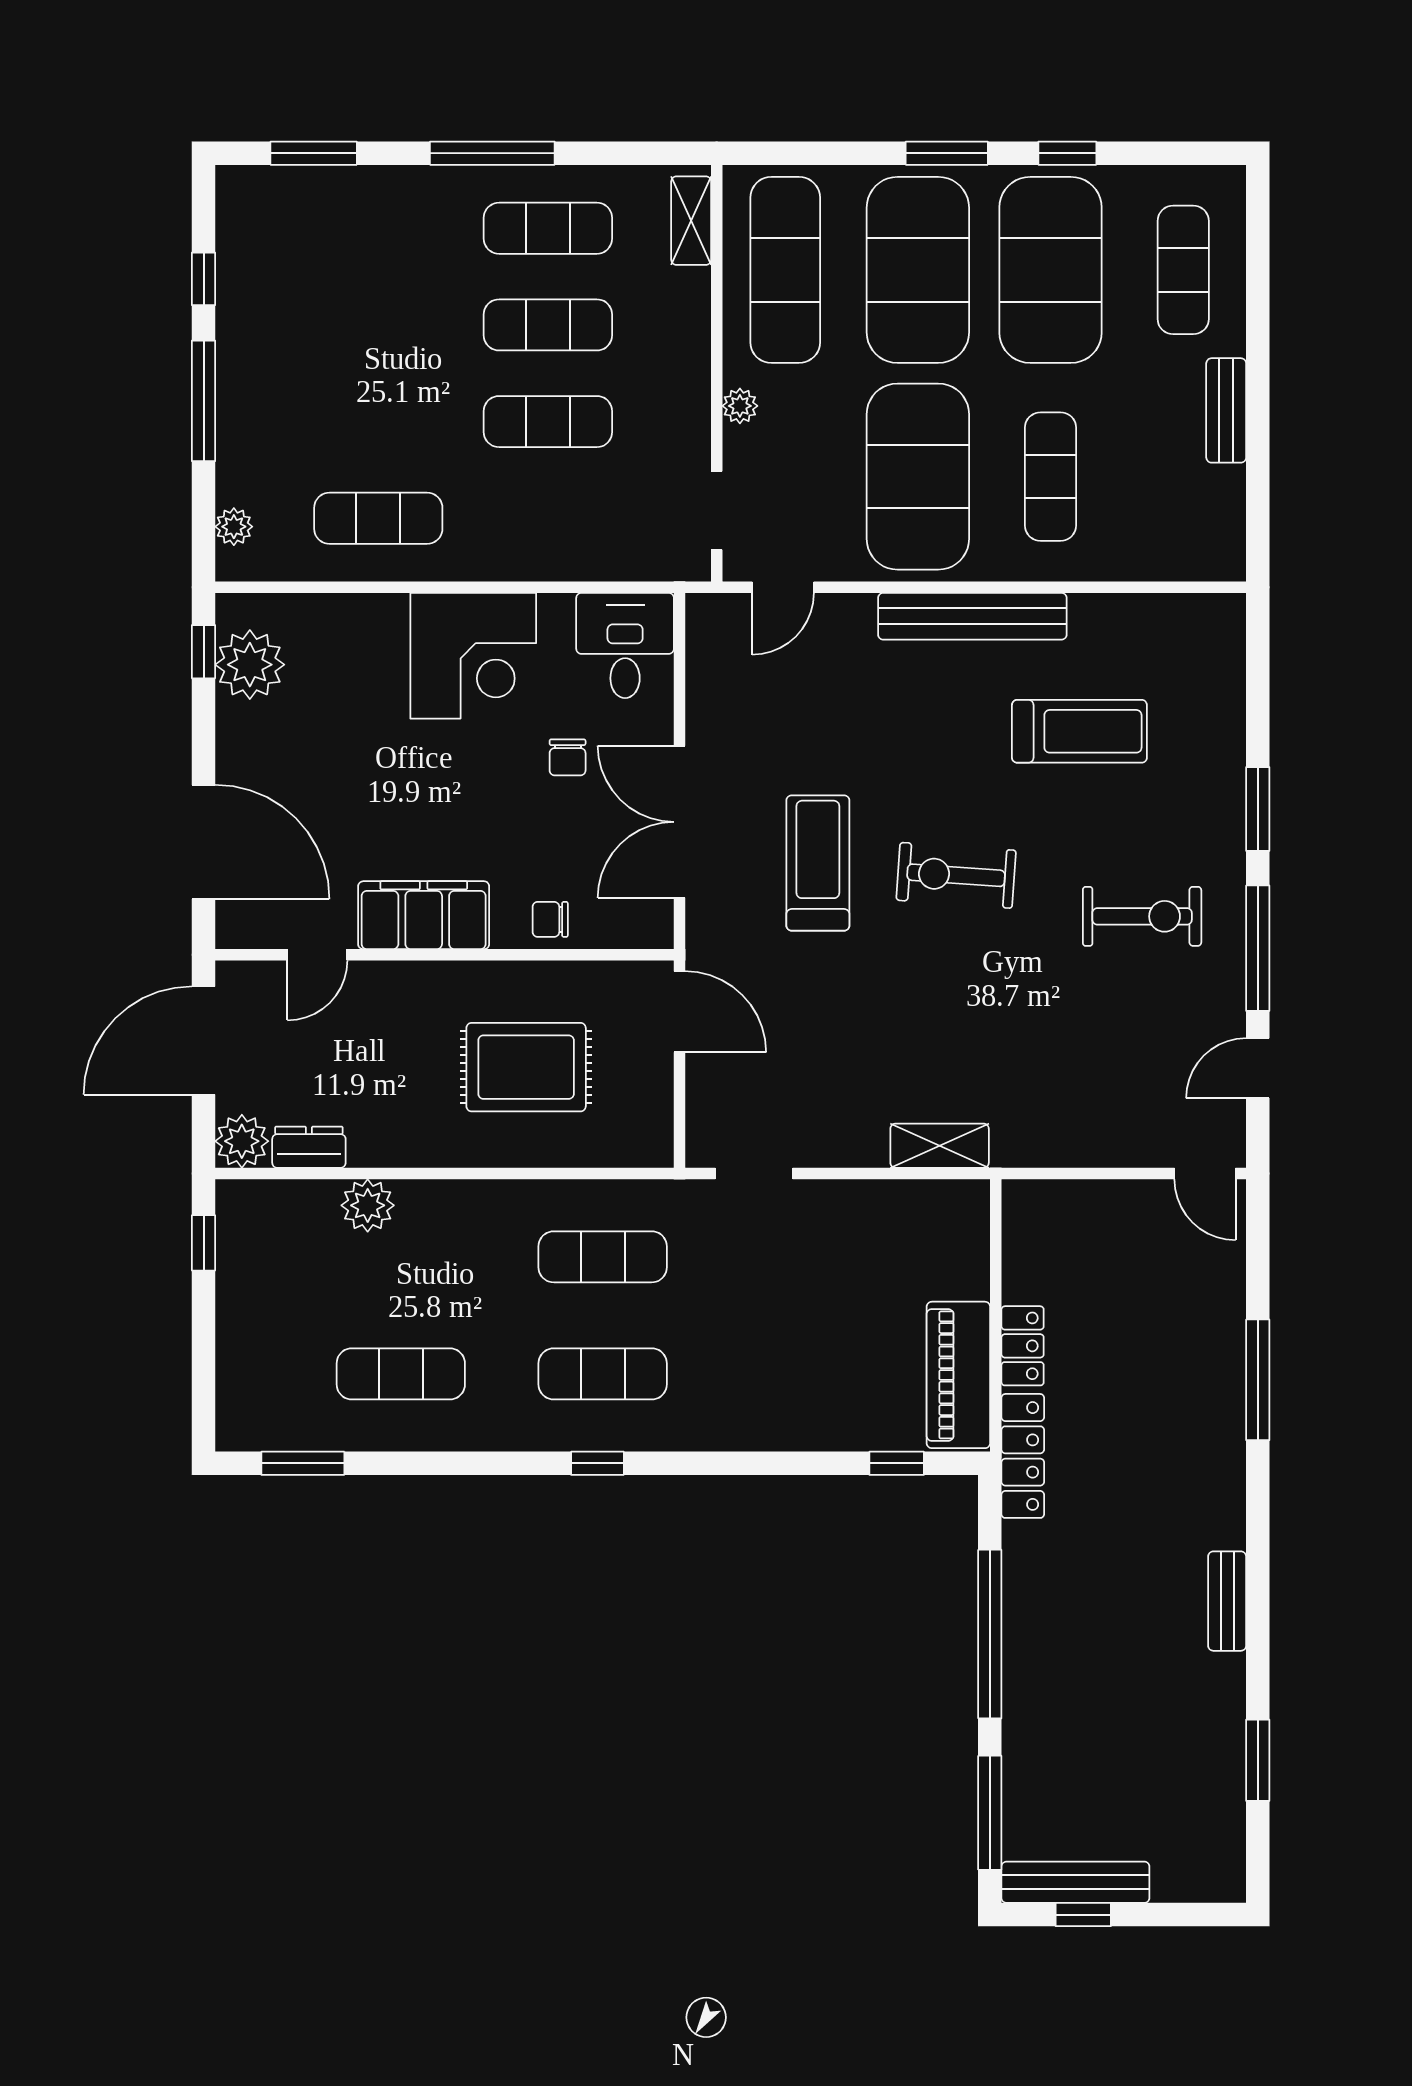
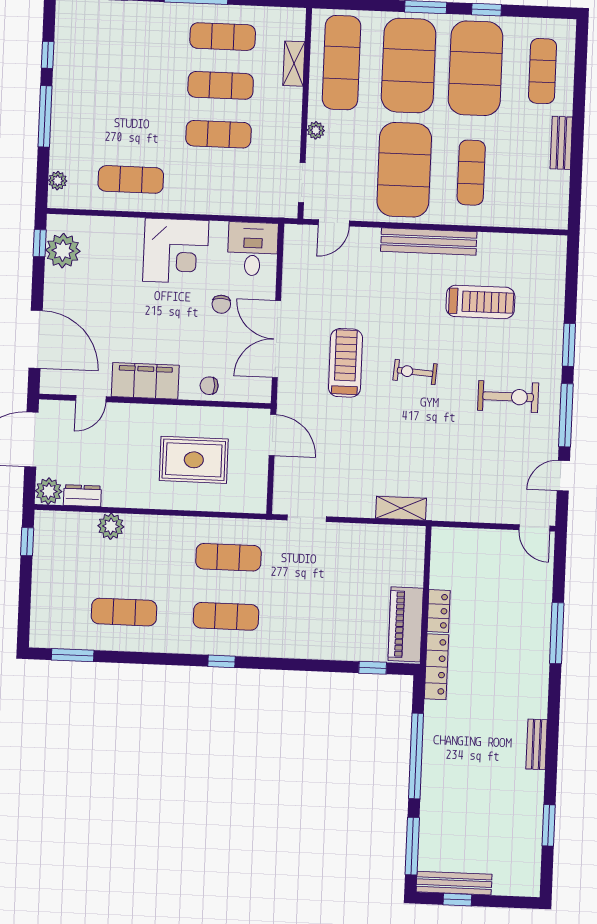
shelving: (691, 221) -> (294, 64), moved
exercise bike: (956, 875) -> (415, 372), width x0.73, depth x0.72

